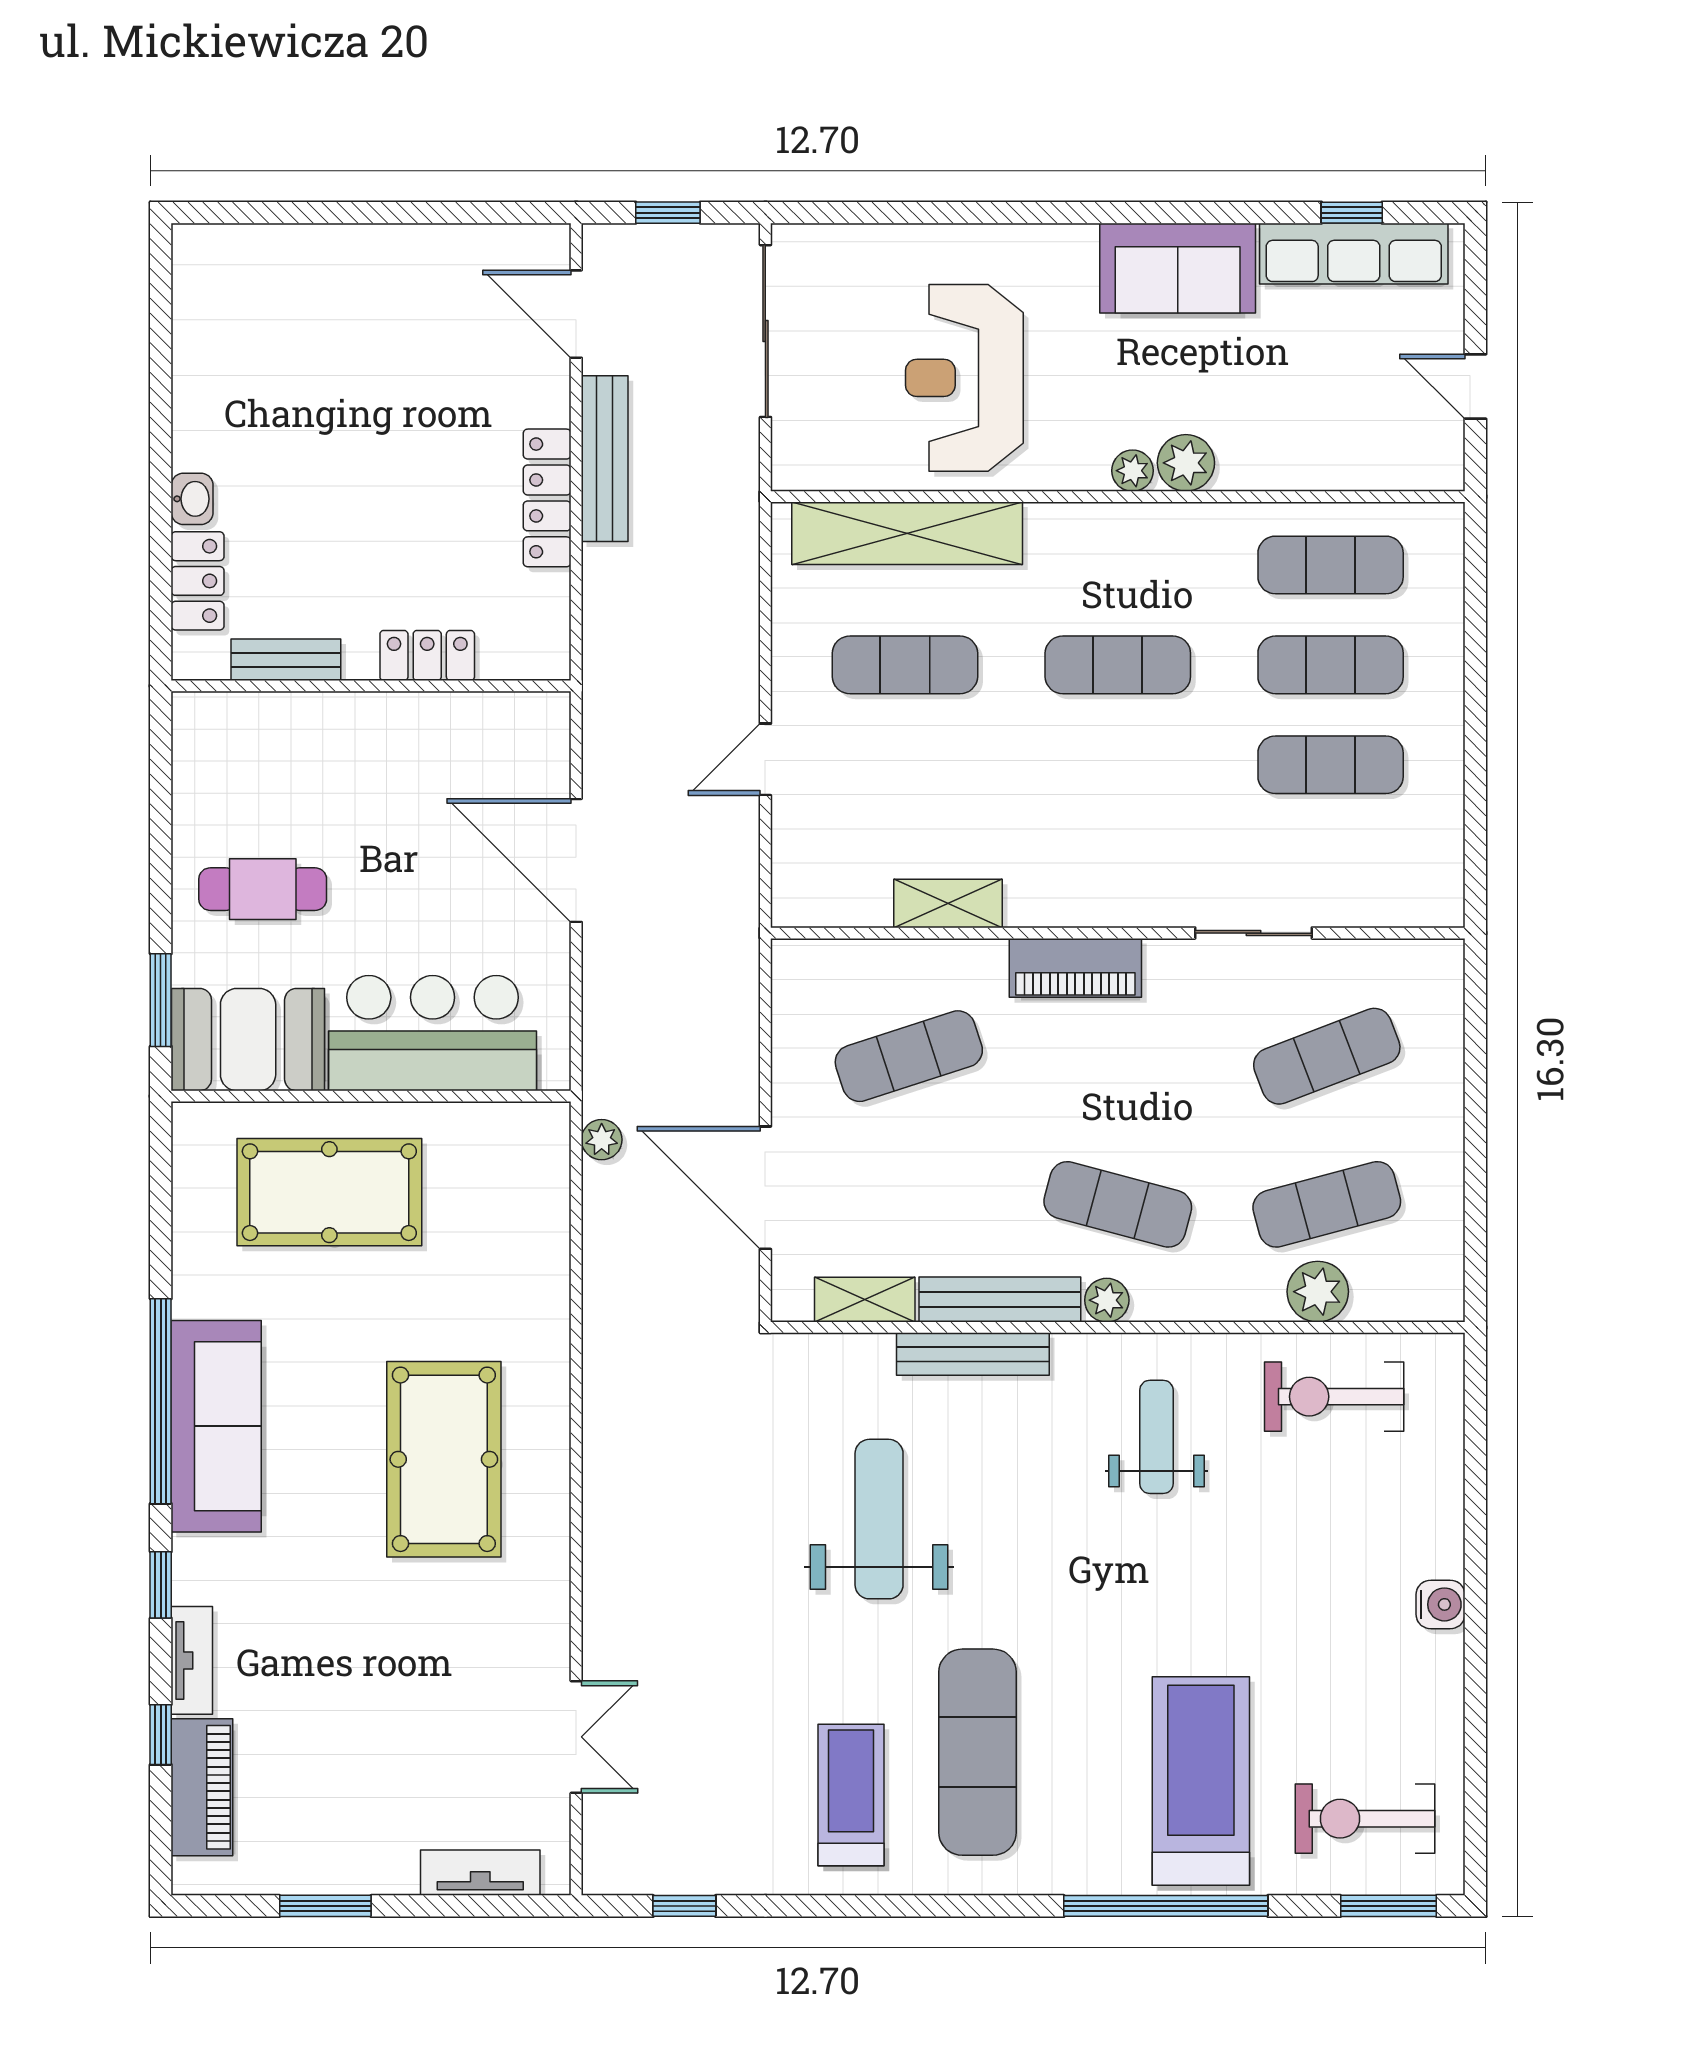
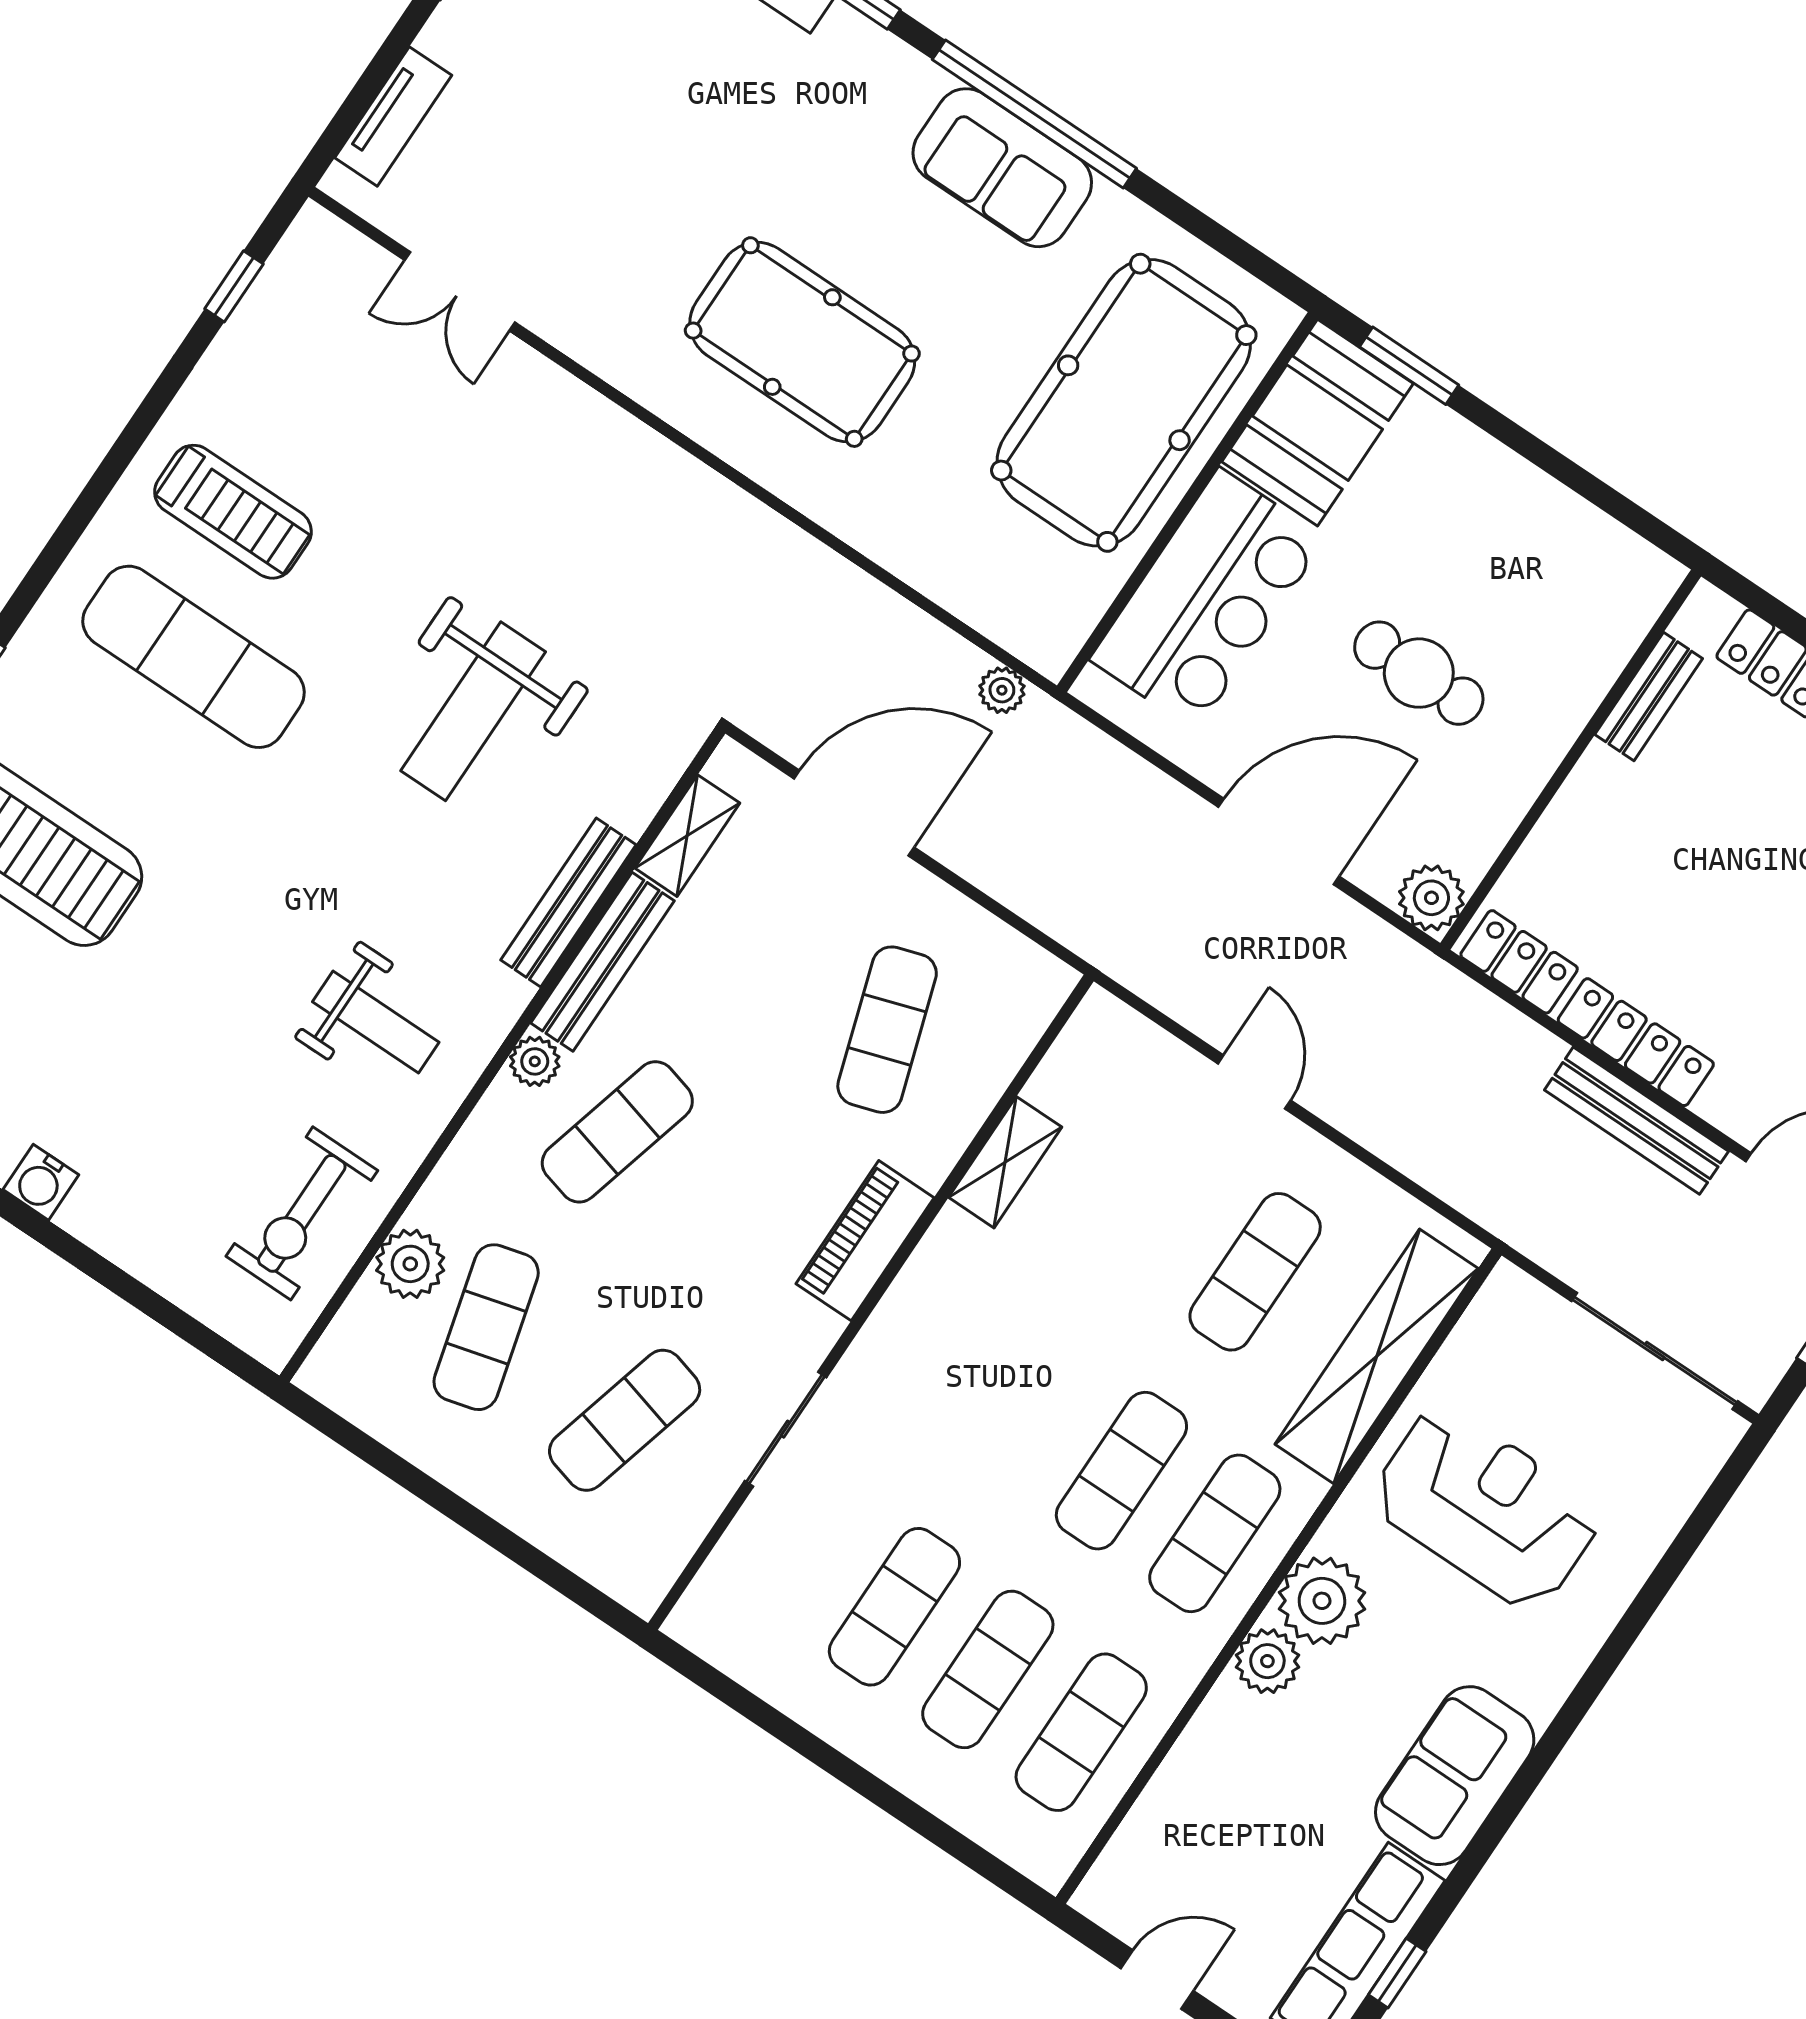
plant: (1133, 471) -> (1322, 1601), width x1.87, depth x1.87
exercise mat: (1118, 565) -> (1215, 1533), added
locker: (427, 655) -> (1519, 962), moved, turned -90
plant: (542, 720) -> (1431, 898), added
cafe table: (263, 889) -> (1419, 673), moved, turned 90
exercise mat: (1327, 1056) -> (625, 1420), turned 36
pool table: (329, 1192) -> (1124, 403), width x1.36, depth x1.32
exercise bike: (1334, 1397) -> (302, 1213), turned 180
sofa: (216, 1426) -> (1002, 168), width x0.73
weight bench: (879, 1519) -> (473, 711), turned 90

